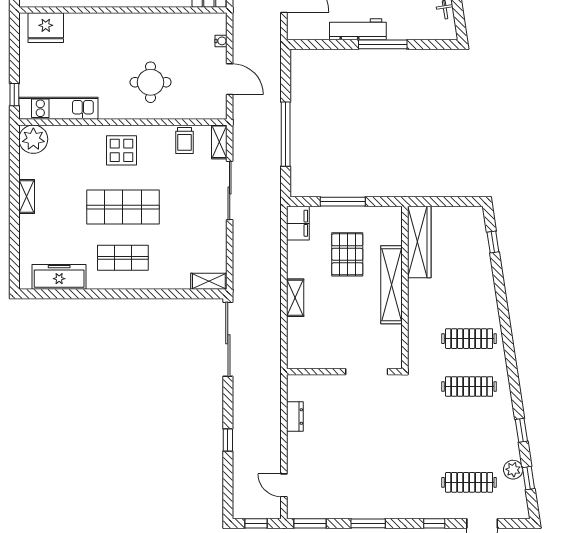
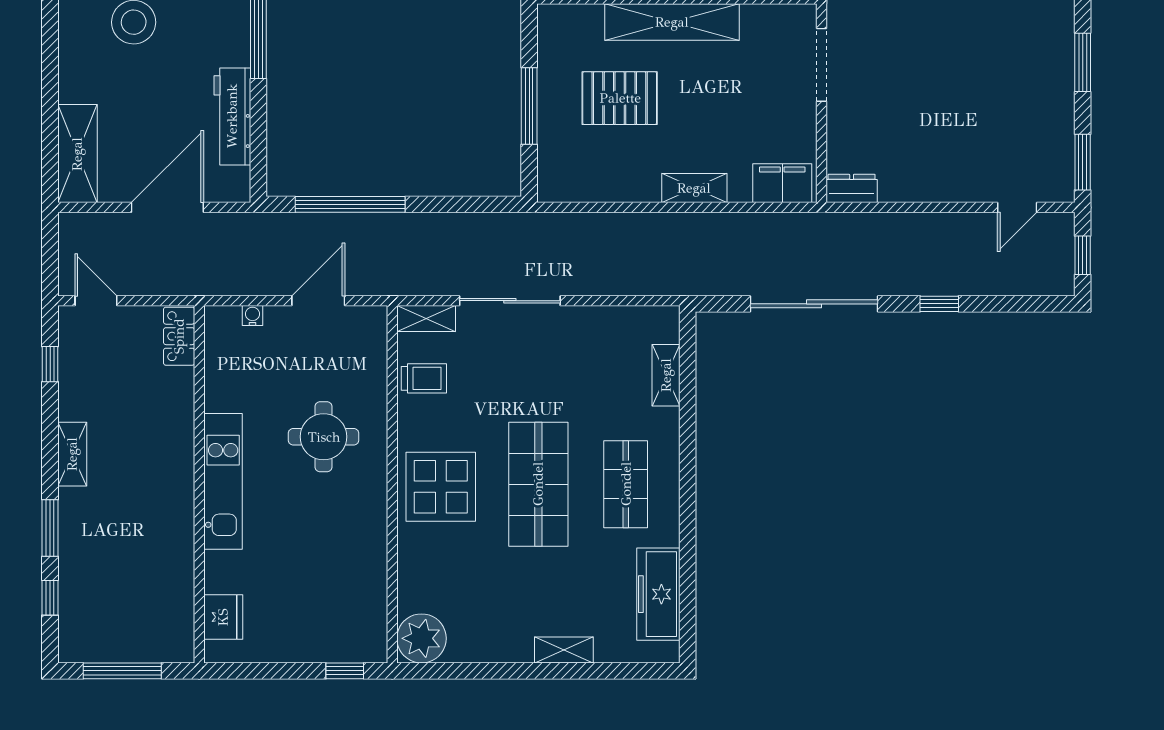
fridge: (46, 28) -> (223, 617), width x0.73, depth x0.75
workbench: (358, 29) -> (232, 116), moved
kitchen unit: (58, 108) -> (223, 481), moved, turned 180
window: (286, 134) -> (350, 204), moved
display table: (122, 150) -> (441, 487), width x1.36, depth x1.36
shelving: (27, 196) -> (564, 650), moved
filing cabinet: (298, 223) -> (782, 183), moved
shelving: (209, 281) -> (666, 375), moved
sliding door: (228, 339) -> (814, 304), moved
dresser: (295, 417) -> (852, 188), moved

